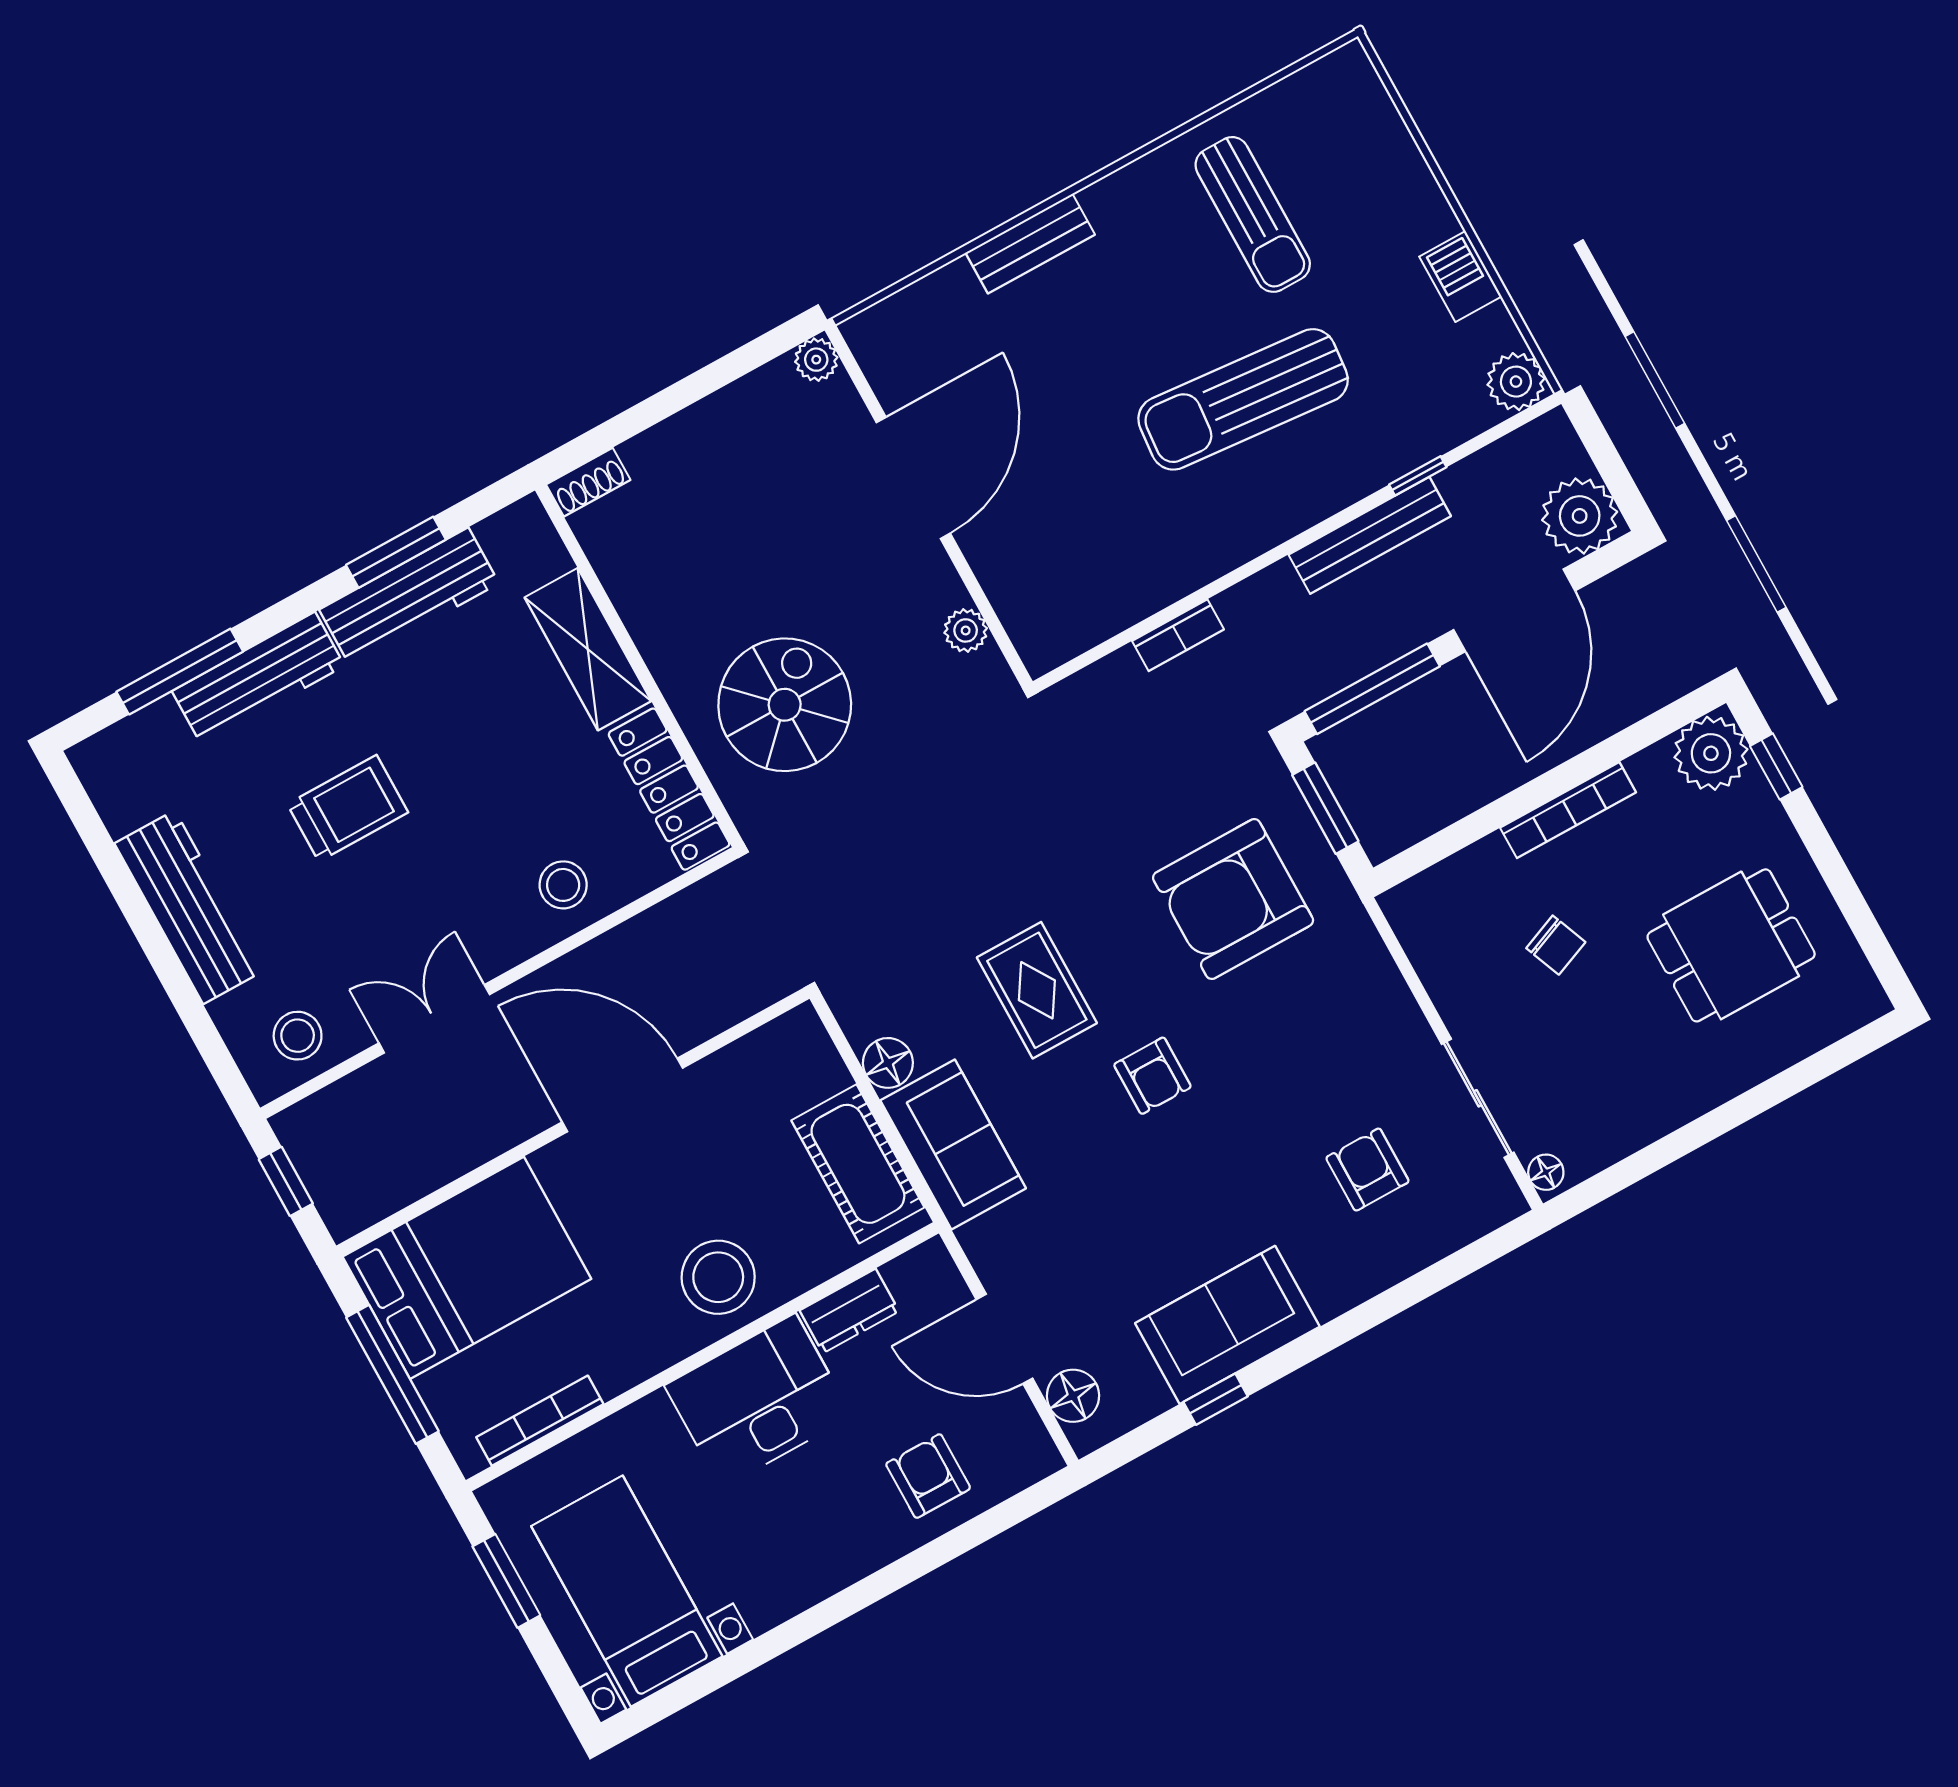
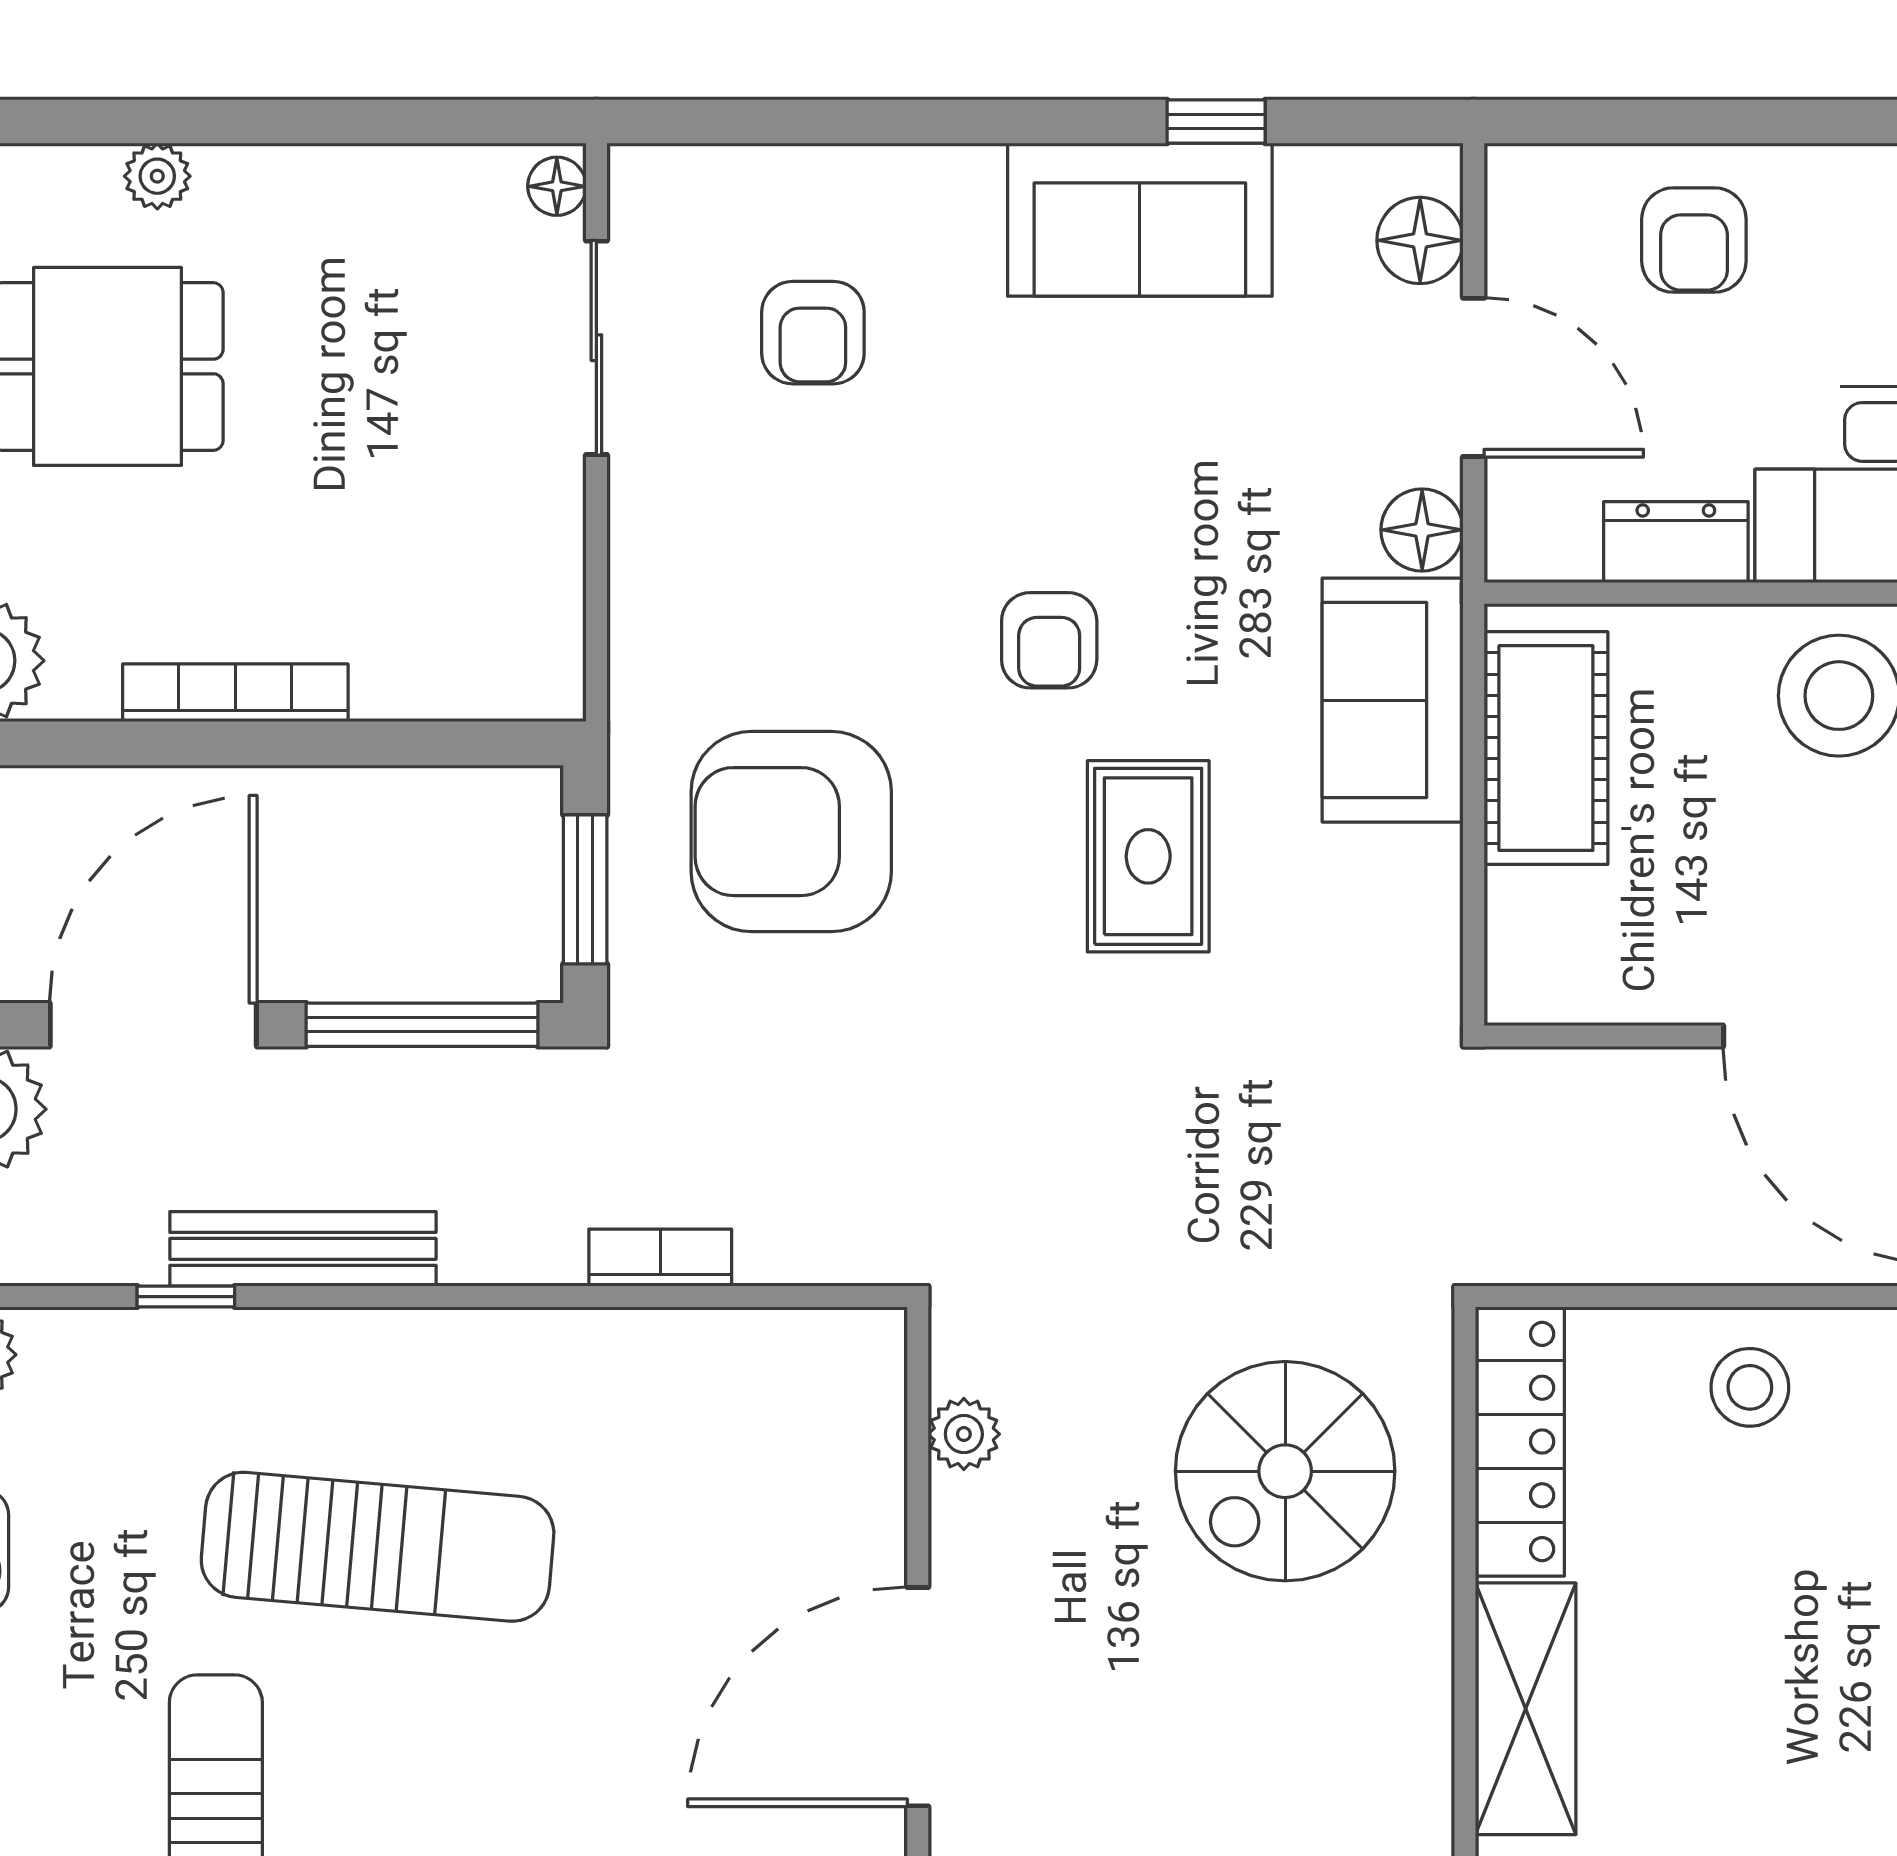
armchair: (1233, 899) -> (791, 832), turned 180
chair: (1556, 945) -> (361, 507), removed
plant: (1760, 1061) -> (157, 176), added
floor lamp: (888, 1063) -> (1422, 530), moved
armchair: (1152, 1076) -> (1049, 640), turned 180

